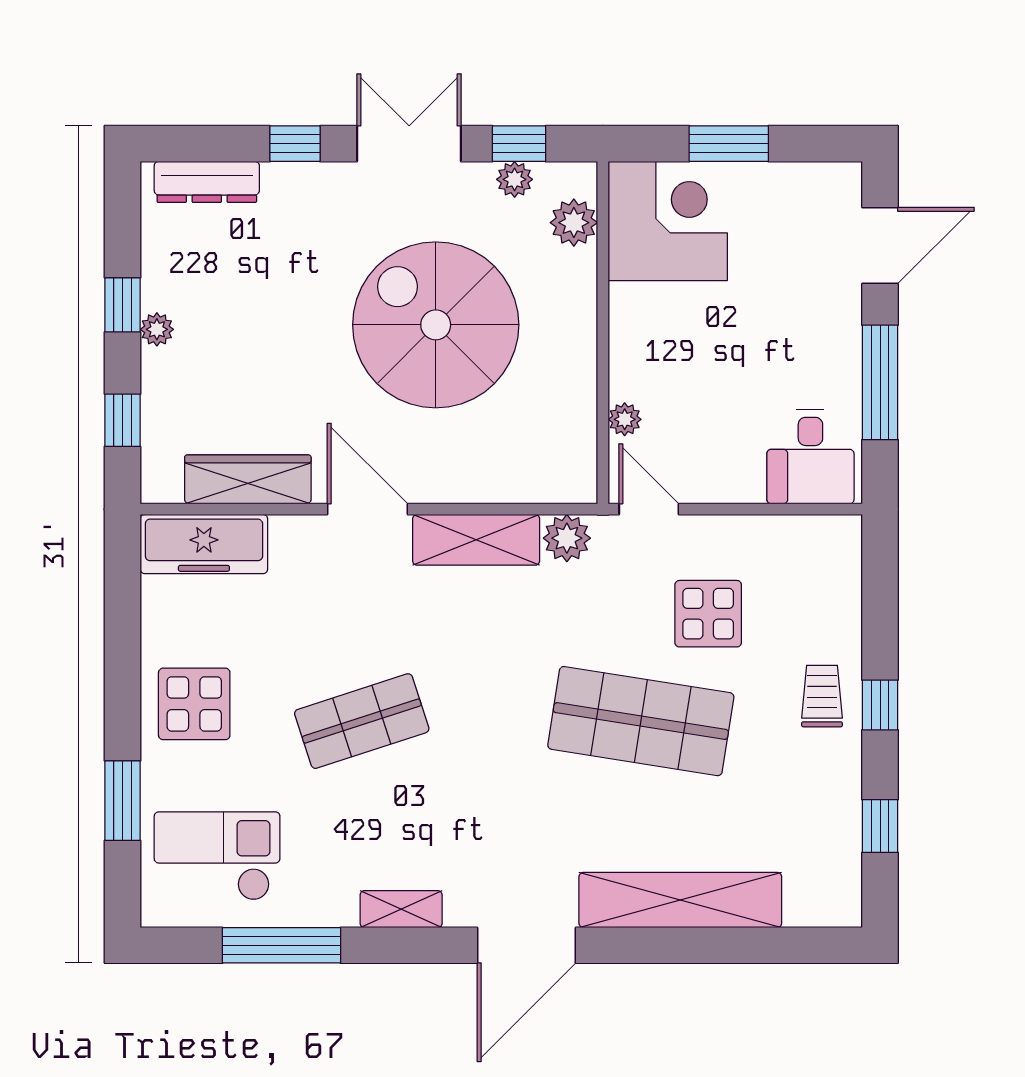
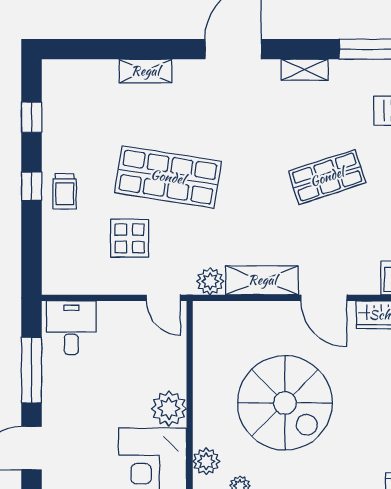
plant: (625, 419) -> (169, 408), moved, width x1.88, depth x1.88
shelving: (680, 900) -> (145, 71), width x0.45, depth x0.75

